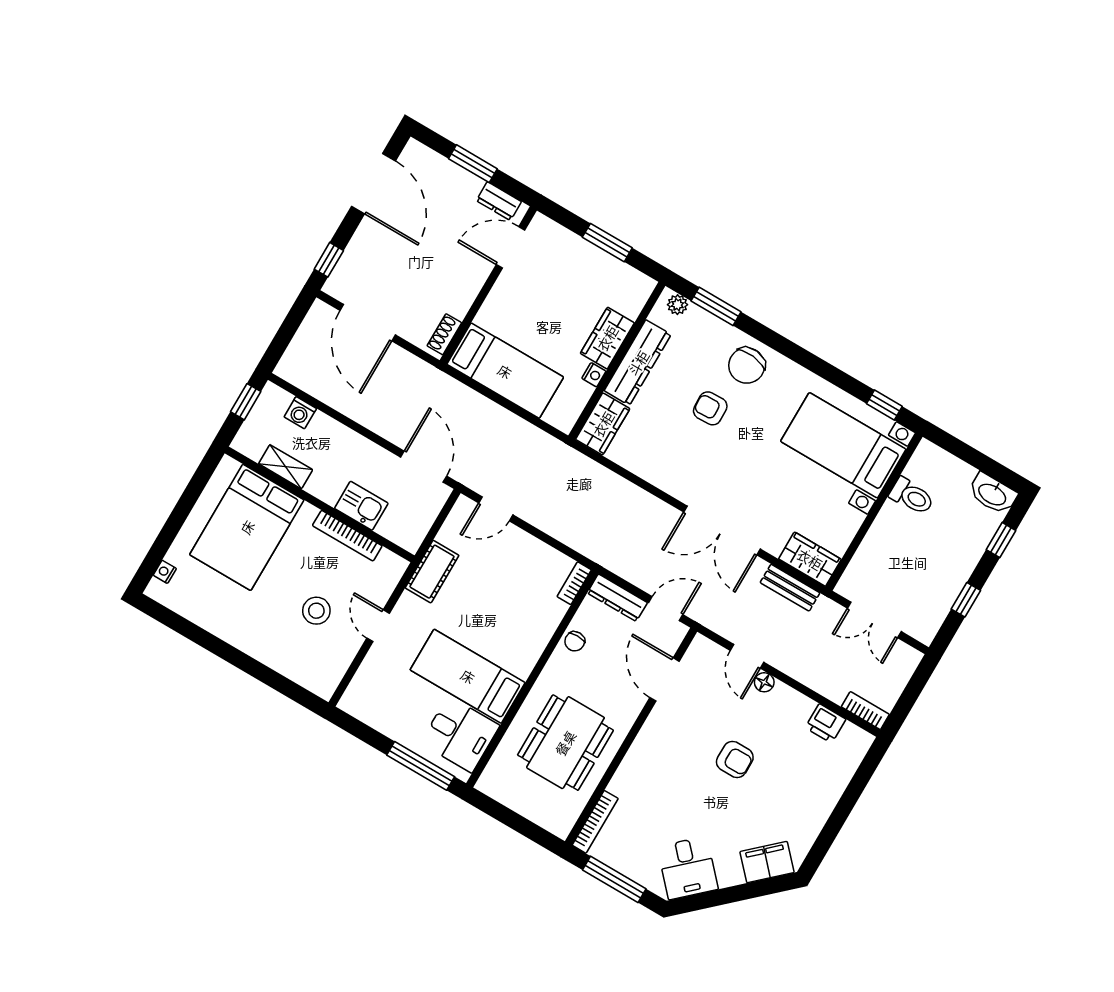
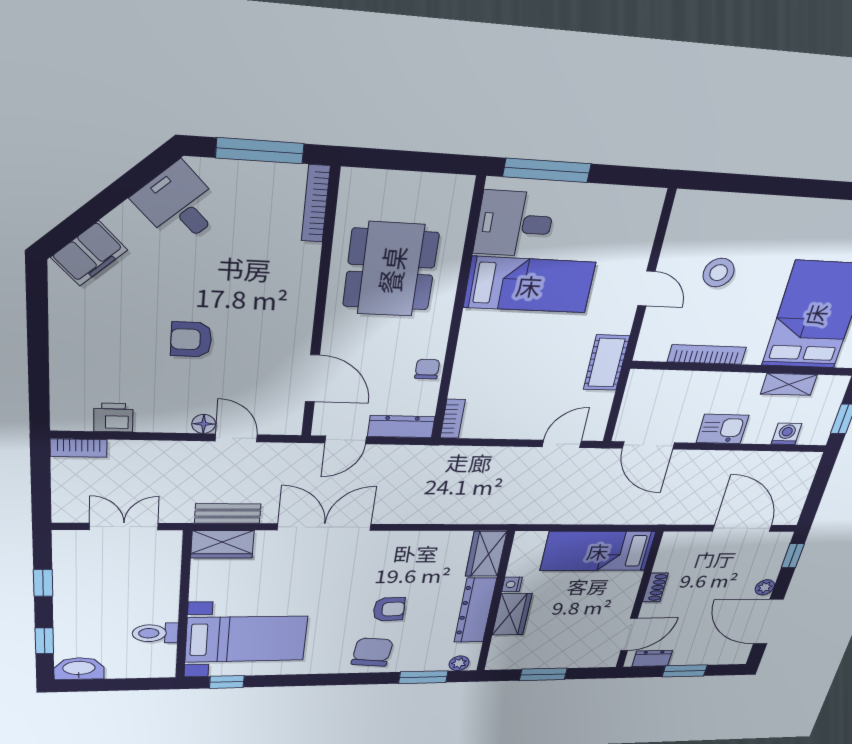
plant: (365, 233) -> (765, 587), added
shoe rack: (444, 334) -> (655, 587), moved
kitchen sink: (361, 506) -> (722, 429), moved, turned 180

